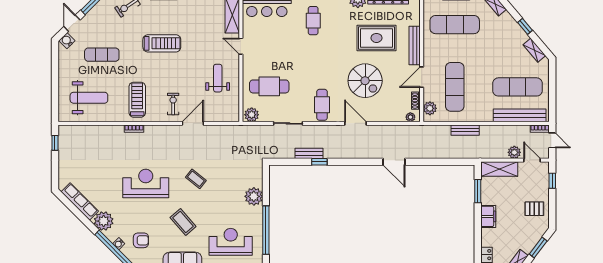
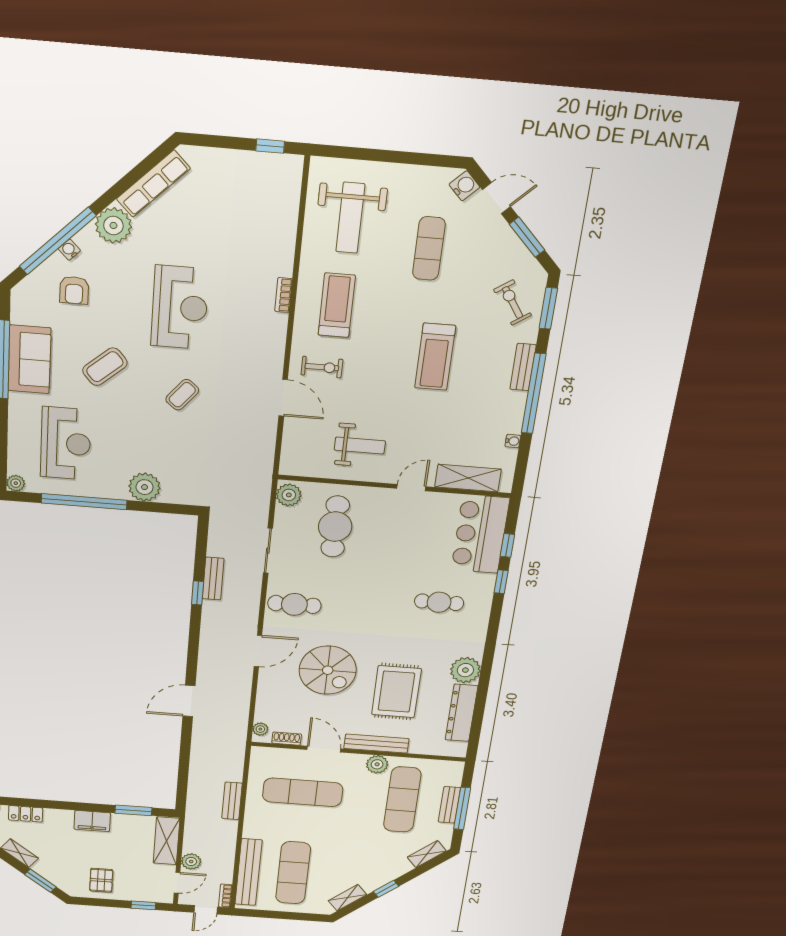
spiral stairs: (365, 81) -> (328, 670), turned -90
treadmill: (137, 100) -> (337, 305), turned -90
plant: (430, 108) -> (377, 764), moved

